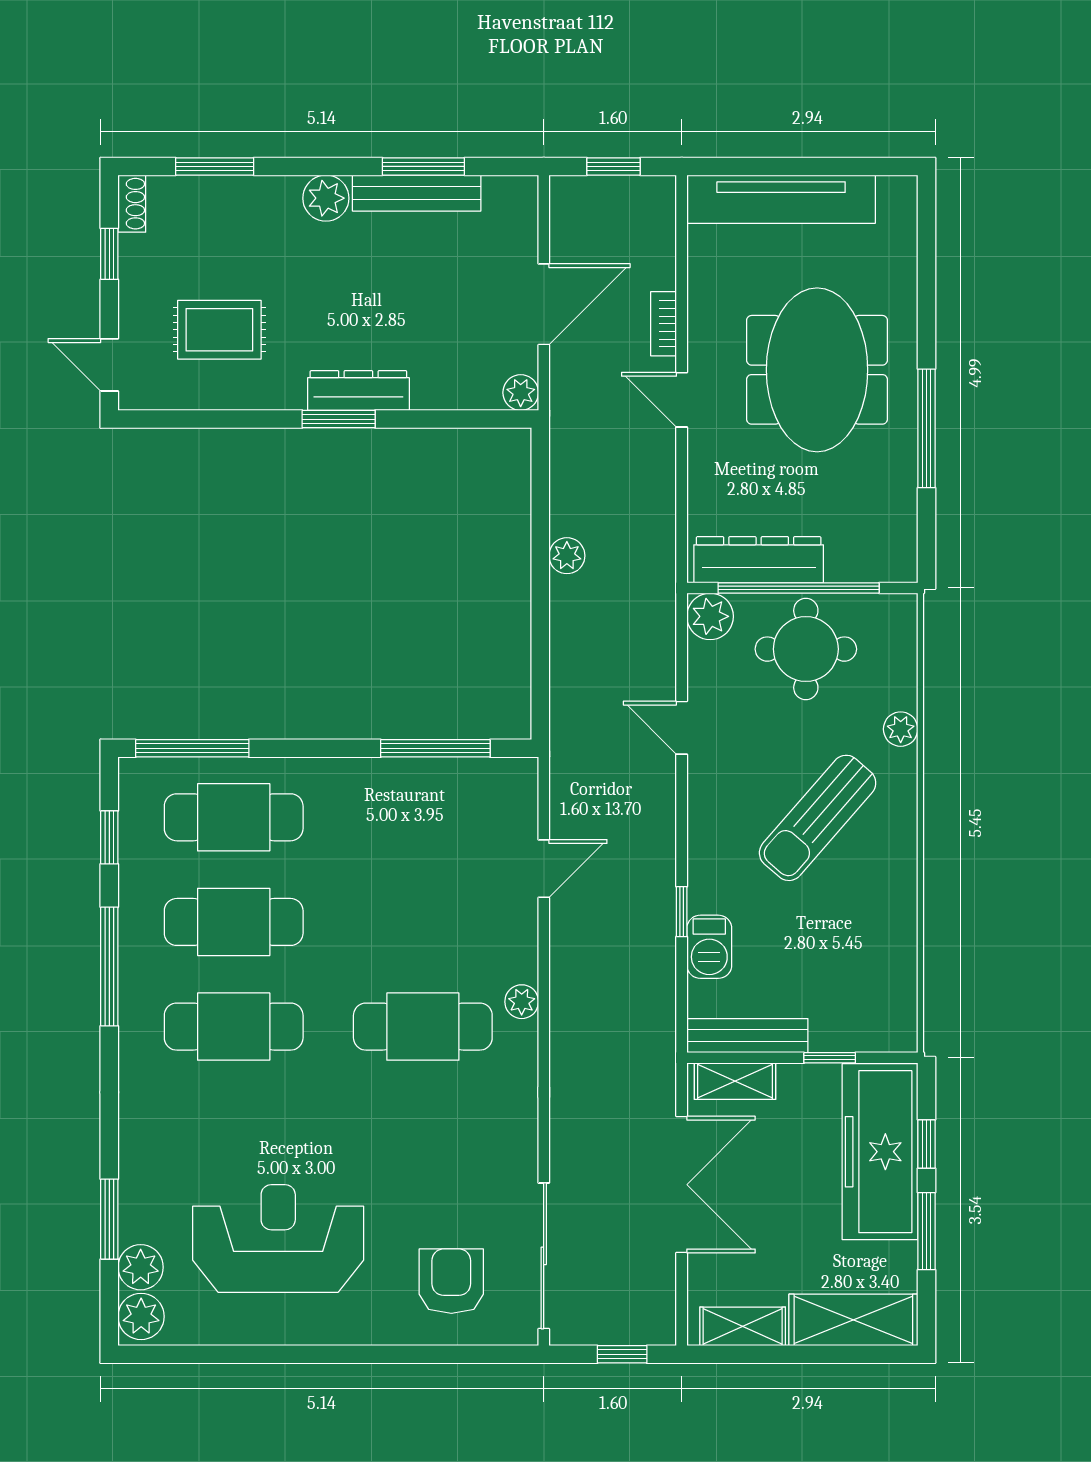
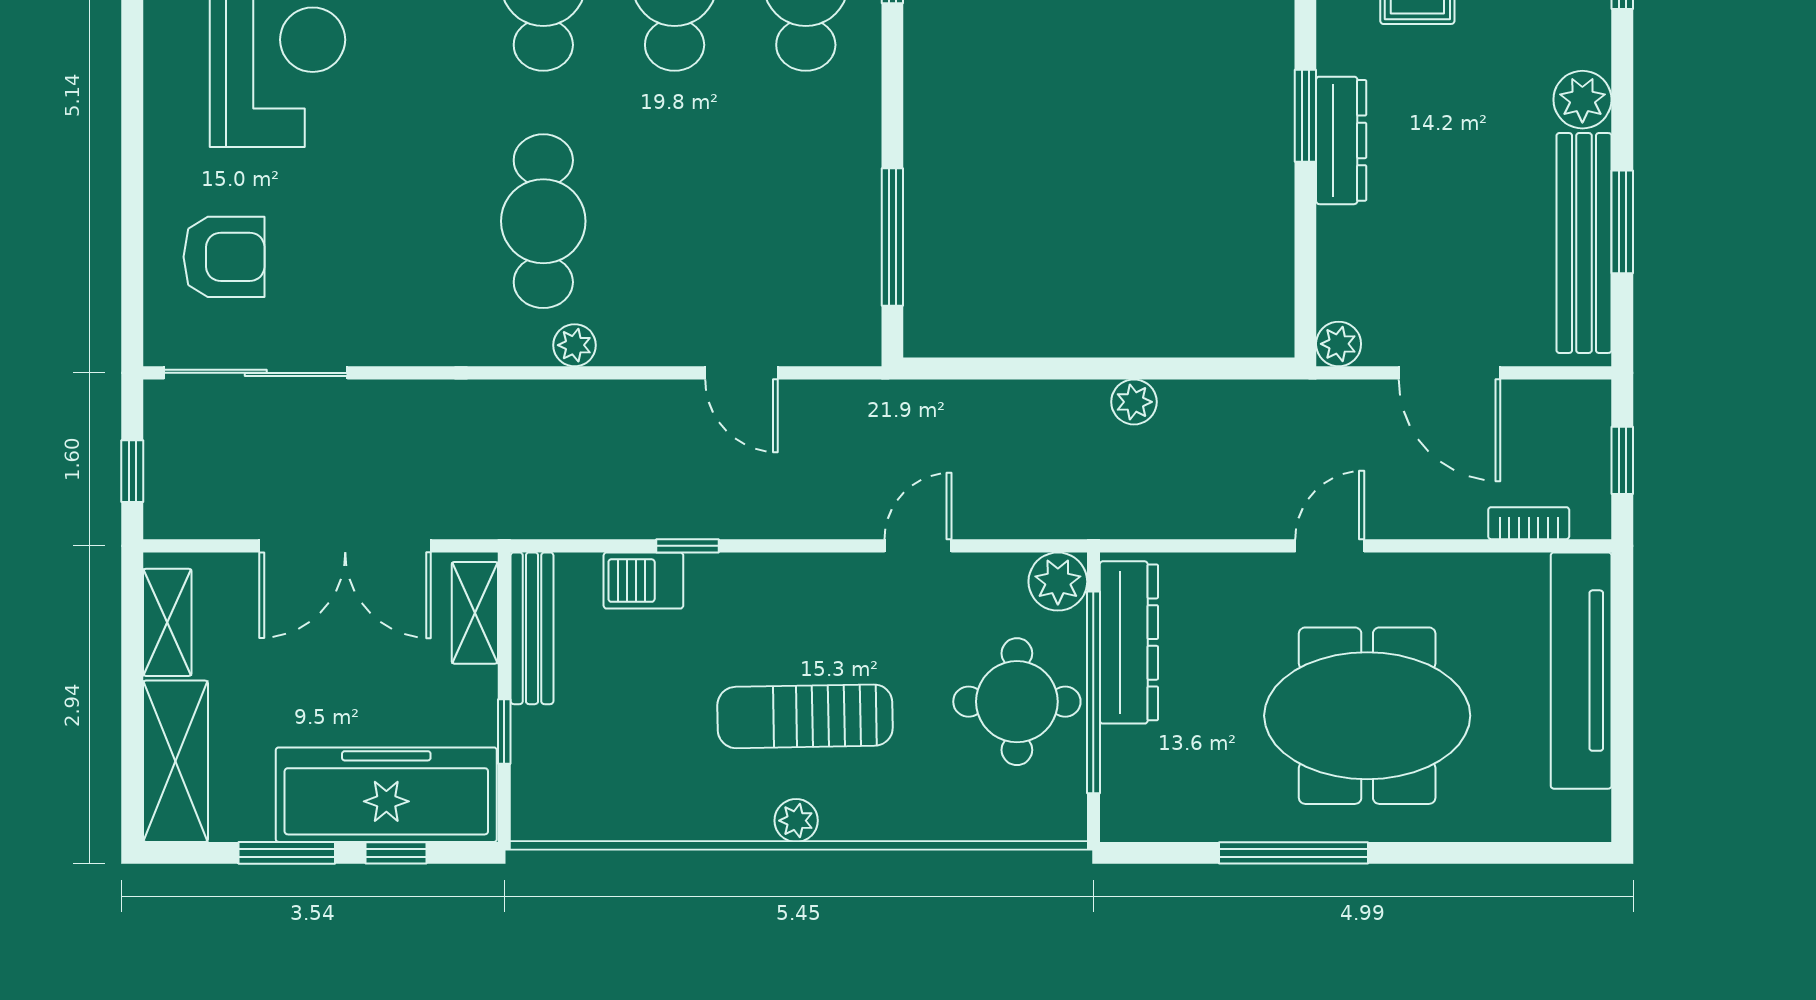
bench: (417, 193) -> (1584, 243), width x1.37, depth x1.21
bookcase: (664, 324) -> (1529, 523), moved
plant: (901, 729) -> (796, 821), moved
sun lounger: (818, 818) -> (805, 716), turned -42

